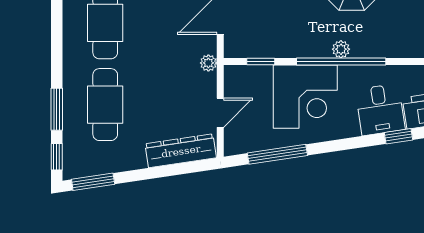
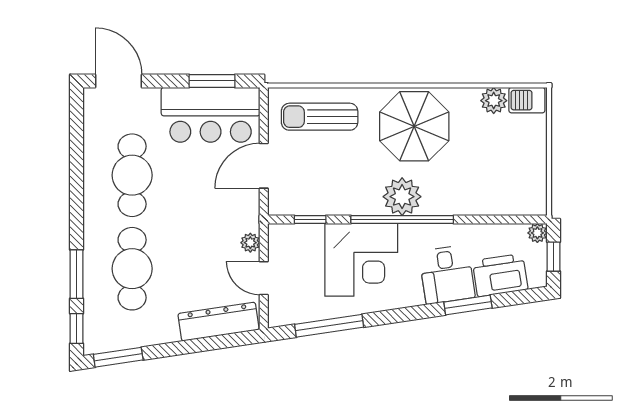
plant: (341, 49) -> (402, 197), width x1.87, depth x1.87
plant: (208, 63) -> (250, 243), moved
door: (220, 113) -> (264, 278), swing flipped
window: (399, 136) -> (468, 305), width x1.50

